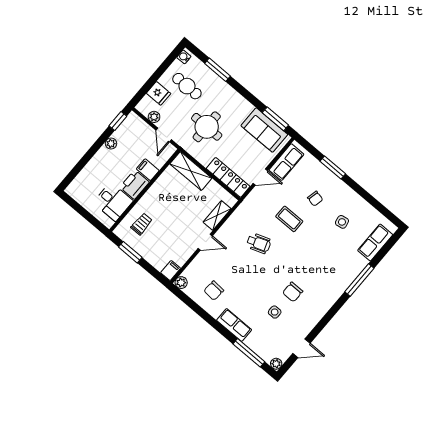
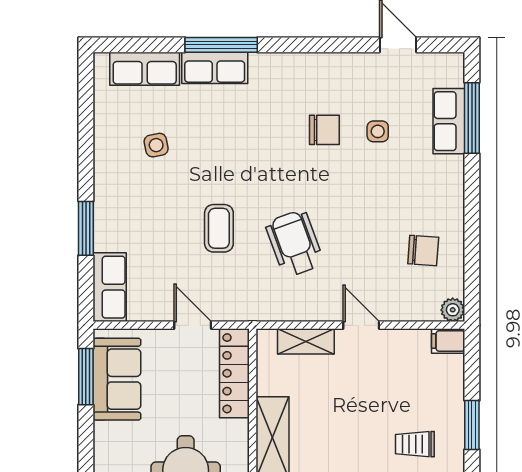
row of seats: (286, 162) -> (110, 287), moved, turned 90
chair: (315, 199) -> (155, 215), removed
wheelchair: (259, 243) -> (295, 243), width x1.36, depth x1.37
row of seats: (353, 270) -> (215, 68), added
row of seats: (234, 325) -> (449, 121), moved
plant: (276, 364) -> (454, 63), removed

